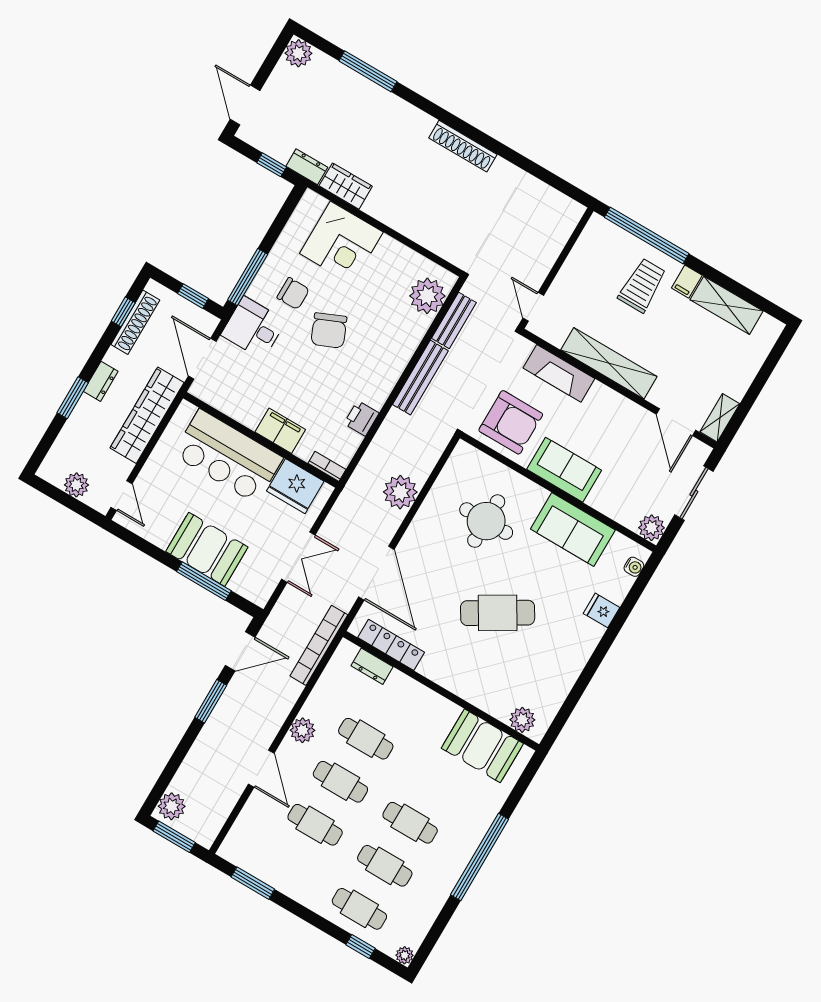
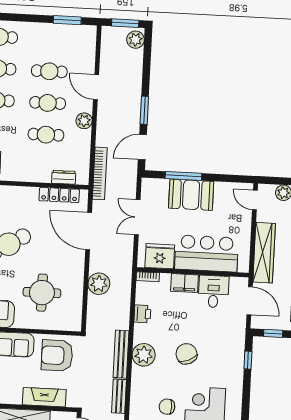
window: (248, 277) -> (248, 360), width x0.46
chair: (293, 293) -> (167, 407), moved
plant: (427, 296) -> (144, 355), moved
desk: (254, 328) -> (213, 292), moved, turned -90

